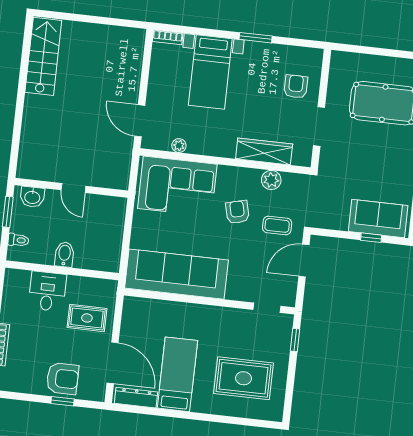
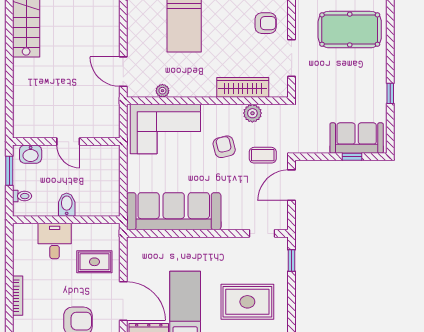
armchair: (296, 86) -> (266, 23), turned 90

